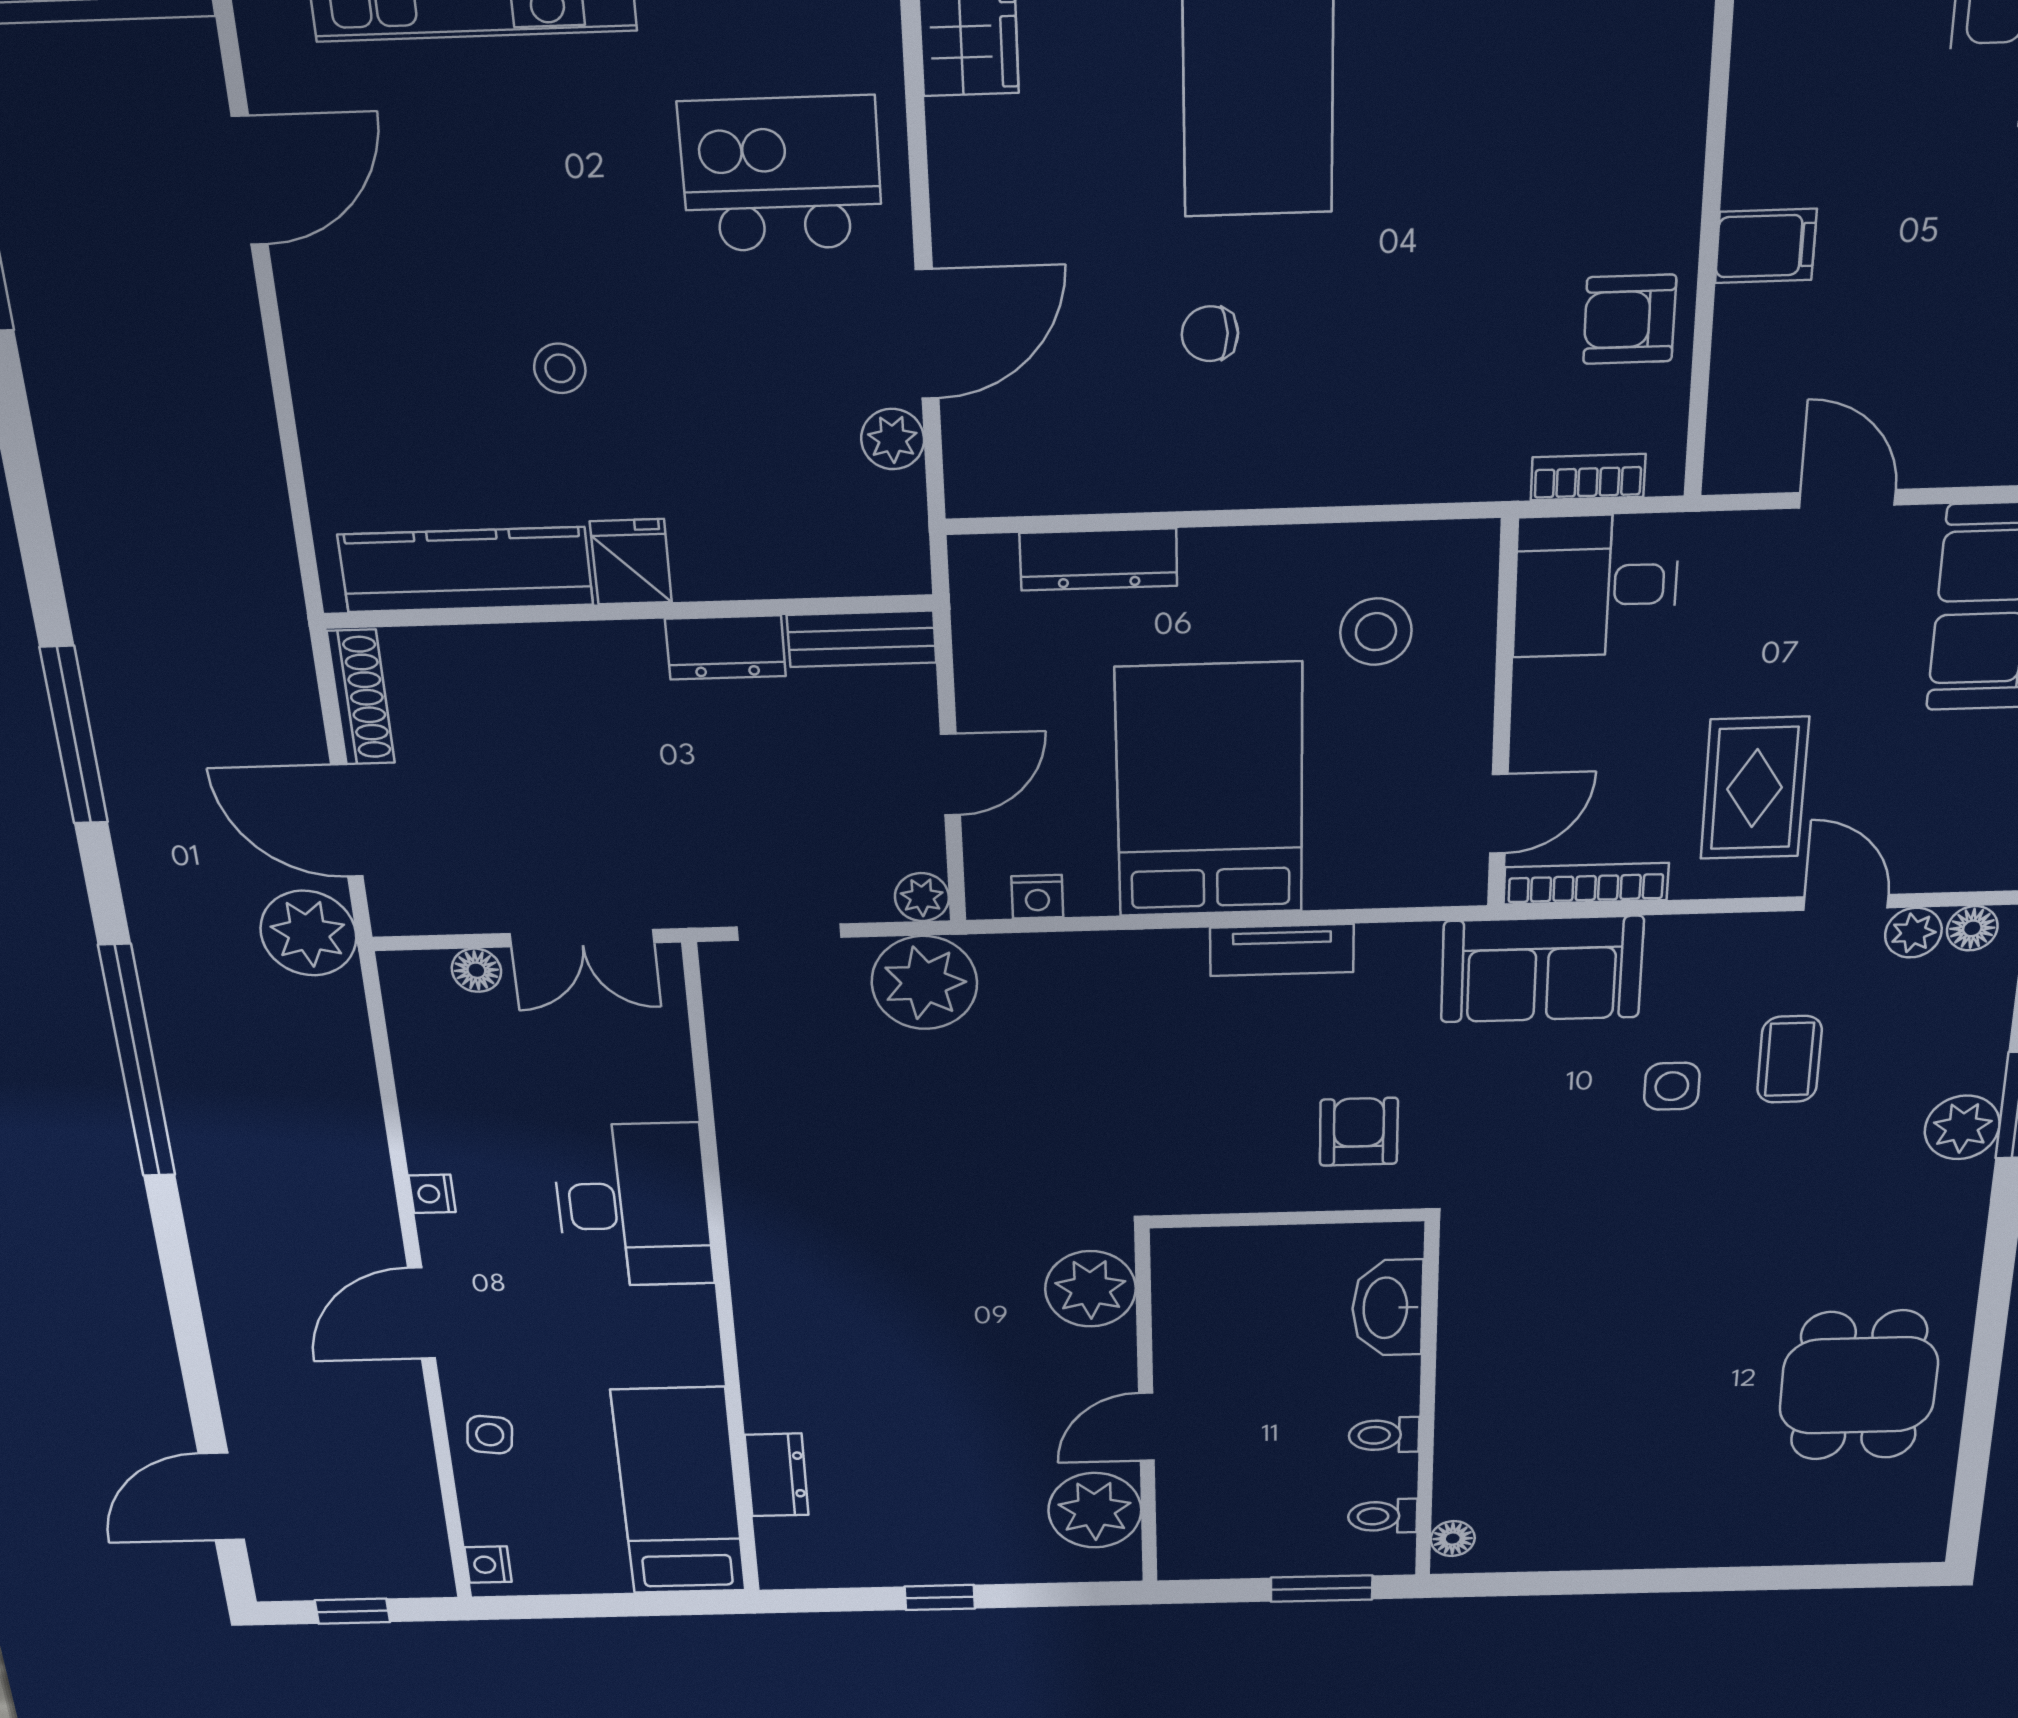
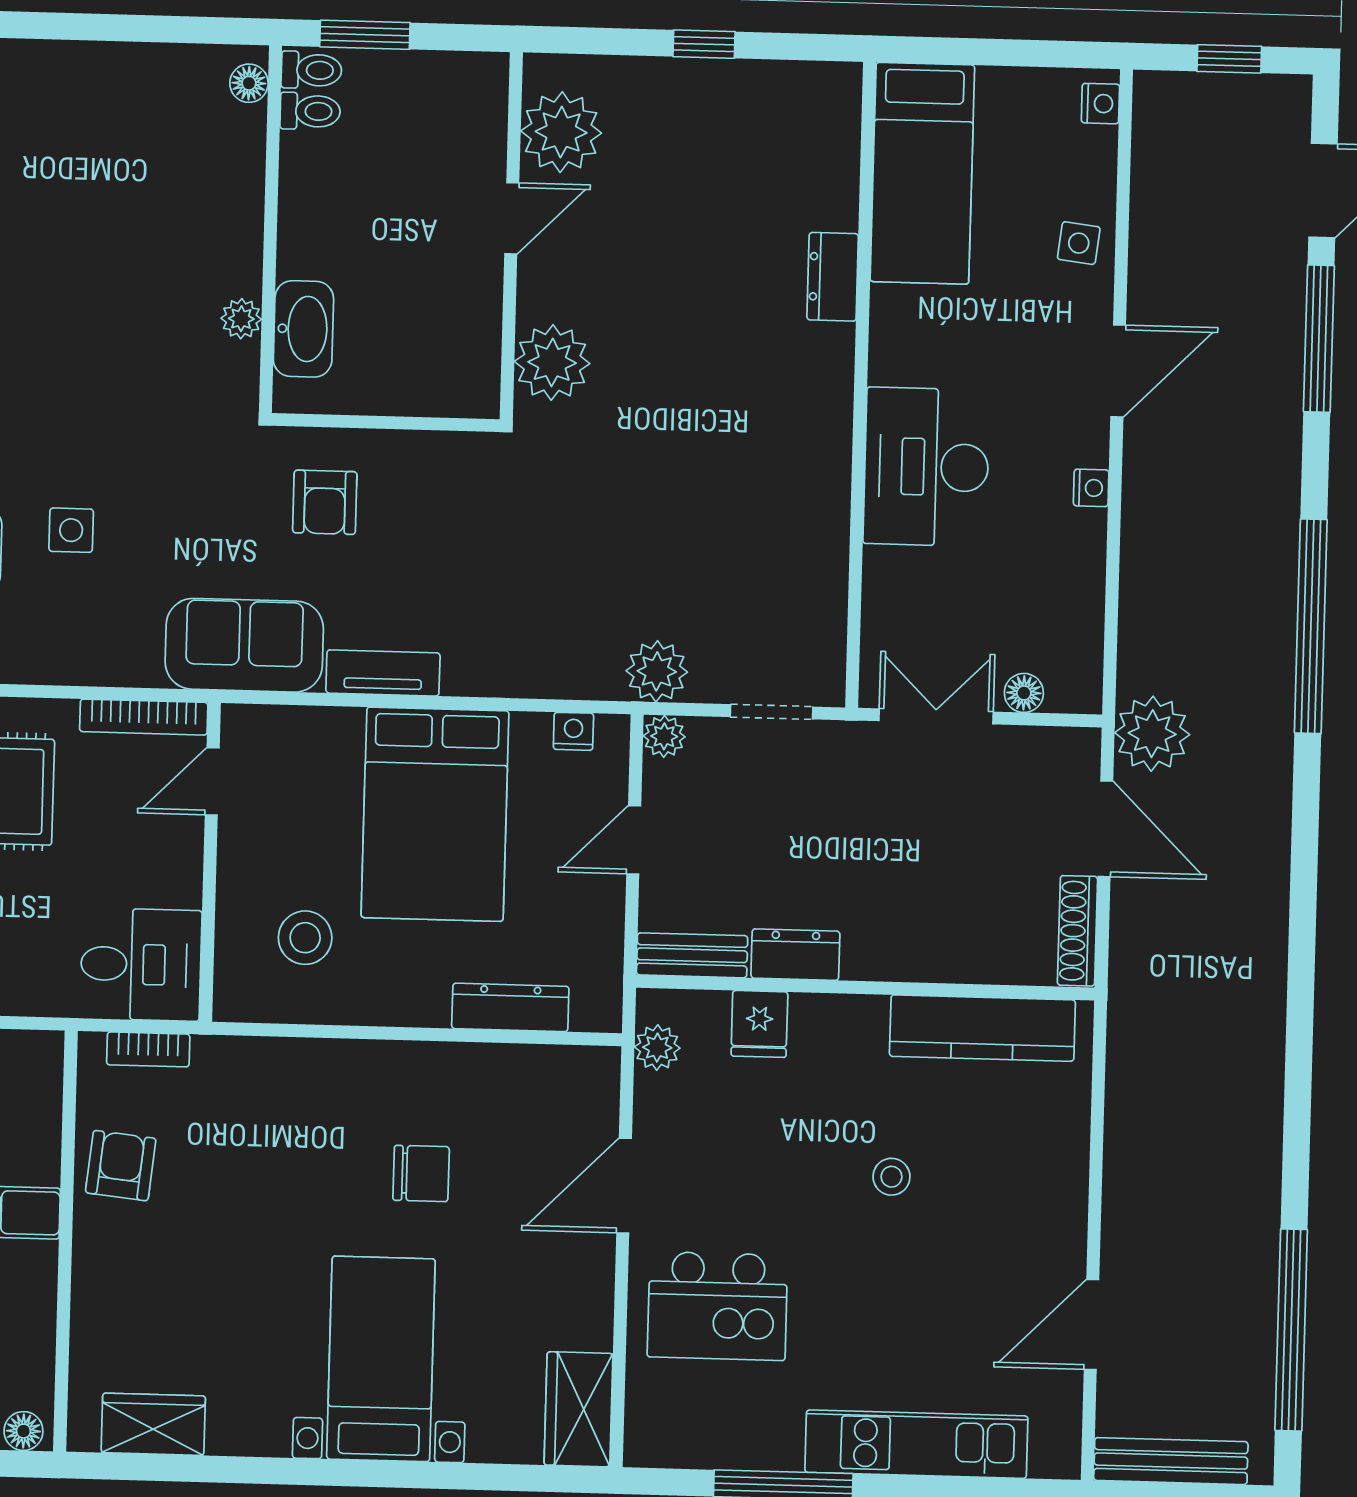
armchair: (1630, 319) -> (121, 1166), turned -84
chair: (1210, 334) -> (421, 1174), width x1.37, depth x1.37
plant: (893, 439) -> (657, 1048), moved
fridge: (631, 562) -> (759, 1024), moved
window: (74, 736) -> (1319, 339), moved
sofa: (1542, 969) -> (244, 645), moved
plant: (924, 983) -> (657, 671), width x0.73, depth x0.73
plant: (1461, 1314) -> (241, 319), added
toilet: (1384, 1435) -> (311, 70), moved
dresser: (777, 1475) -> (833, 277), moved

